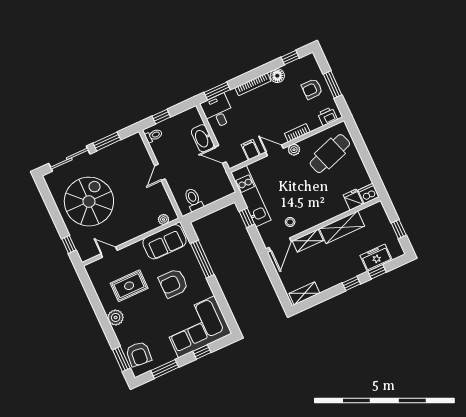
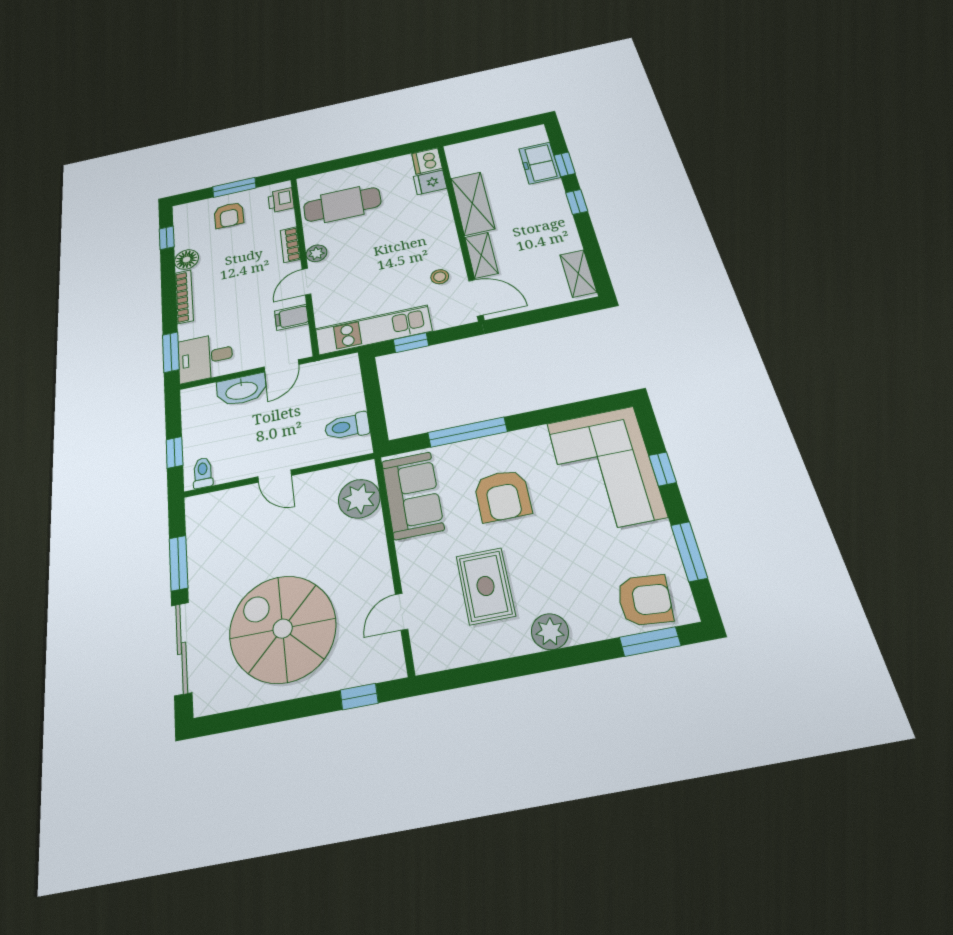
cafe table: (330, 154) -> (342, 204), turned -71
plant: (164, 219) -> (359, 499), width x1.87, depth x1.87
window: (399, 229) -> (499, 129), removed

